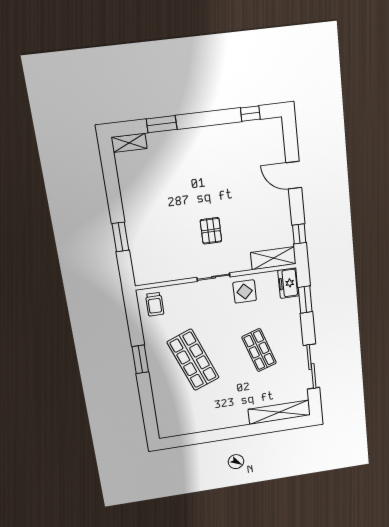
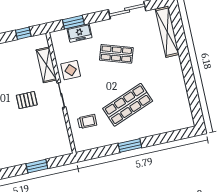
shelving: (273, 258) -> (46, 65), moved
freezer: (288, 283) -> (79, 33), moved
trolley: (155, 304) -> (87, 121), moved
shop shelf: (259, 350) -> (116, 54), turned 36

